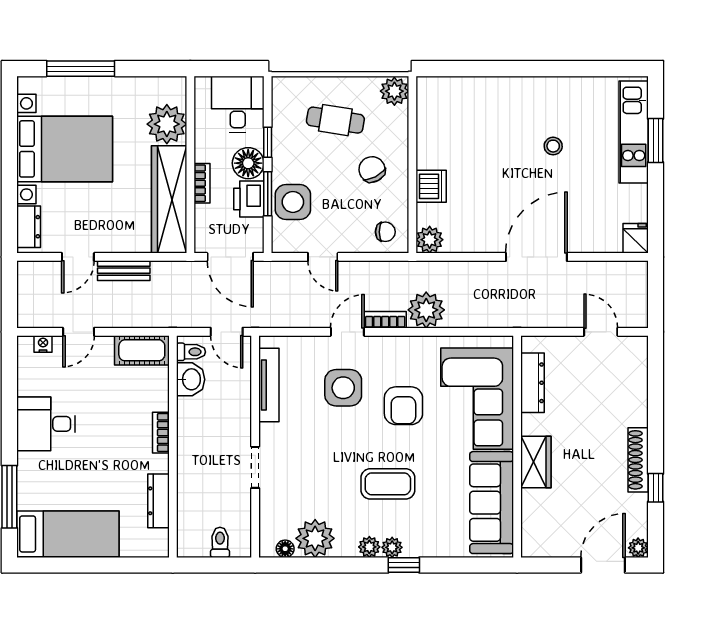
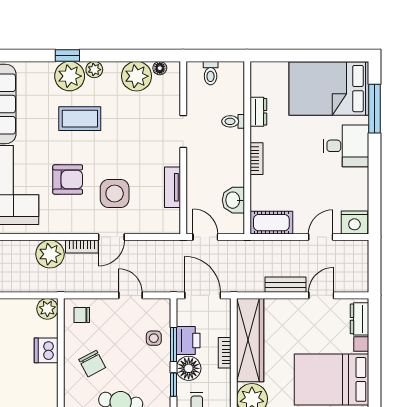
side table: (293, 202) -> (154, 338), width x0.54, depth x0.54
nightstand: (43, 344) -> (354, 222), width x1.89, depth x1.79
toilet: (191, 352) -> (233, 121), moved
tv unit: (269, 385) -> (172, 187), width x0.71
armchair: (403, 406) -> (68, 179), turned 90
desk: (46, 424) -> (346, 146), moved
dresser: (159, 501) -> (258, 112), width x0.70
bed: (68, 534) -> (329, 89), width x1.50
plant: (392, 547) -> (70, 76), width x1.87, depth x1.87

